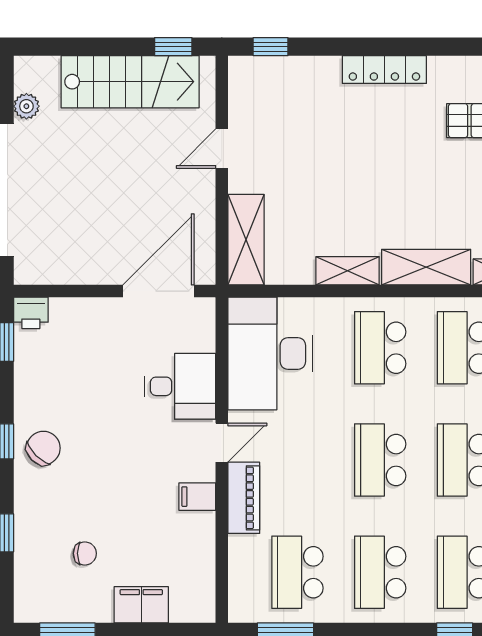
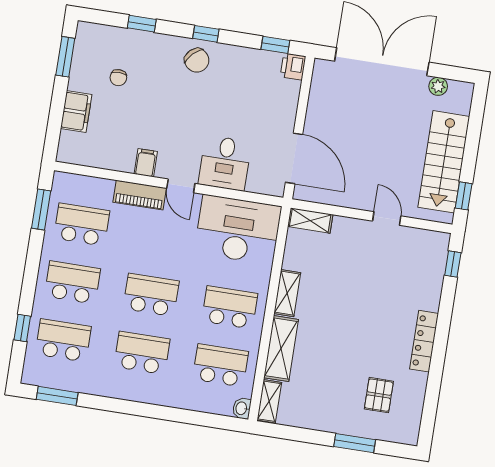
shelving: (246, 240) -> (310, 220), width x0.67, depth x0.75

